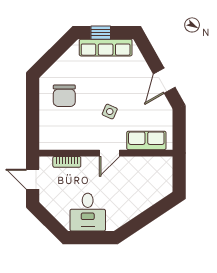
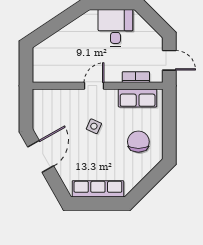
window: (101, 33) -> (103, 203), removed
door: (164, 81) -> (41, 156), width x1.38
row of seats: (146, 140) -> (138, 98), moved

